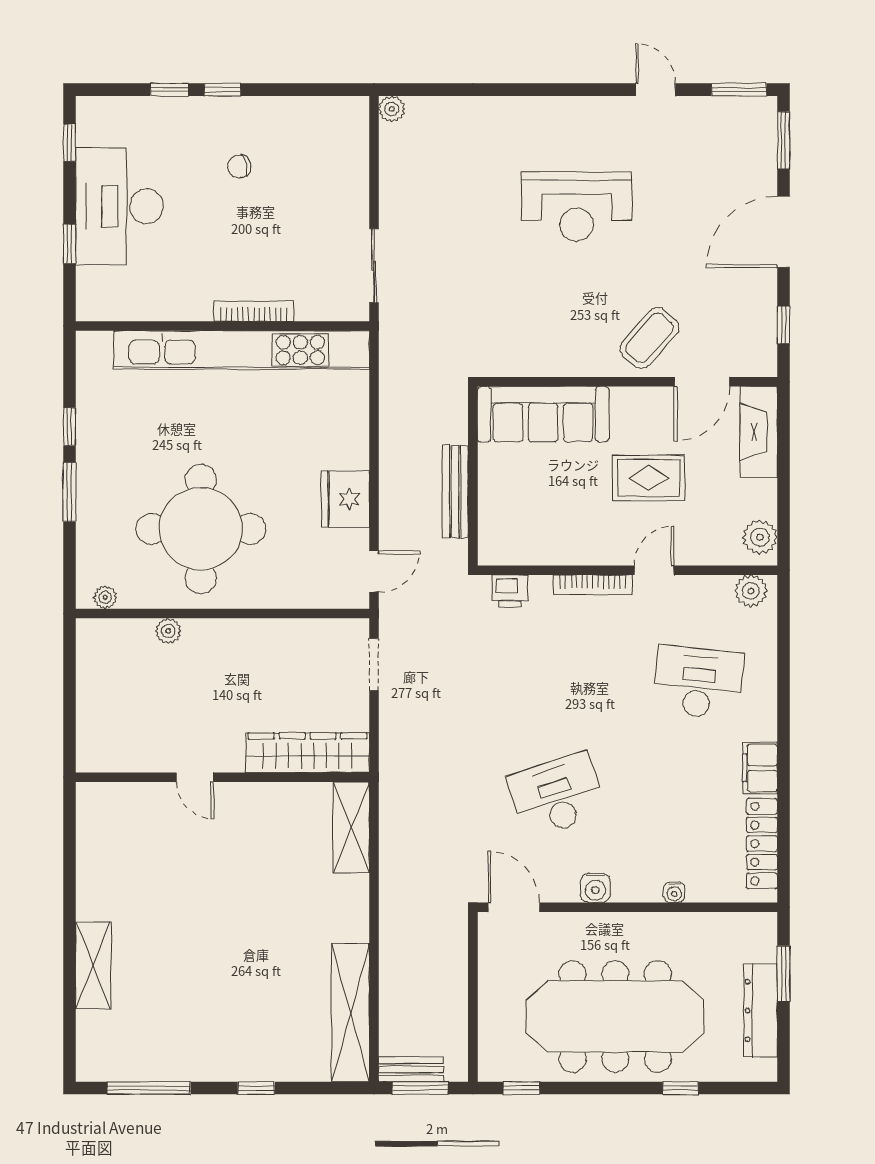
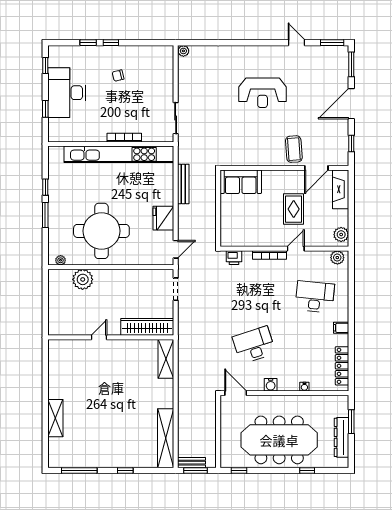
coffee table: (650, 338) -> (294, 149), turned -45
sofa: (543, 414) -> (241, 182), width x0.73
rug: (649, 478) -> (294, 209), turned 90
bench: (455, 492) -> (183, 184), moved
plant: (168, 631) -> (83, 279), width x1.88, depth x1.88
filing cabinet: (760, 768) -> (341, 328), width x0.50
door: (195, 777) -> (99, 337), swing flipped

